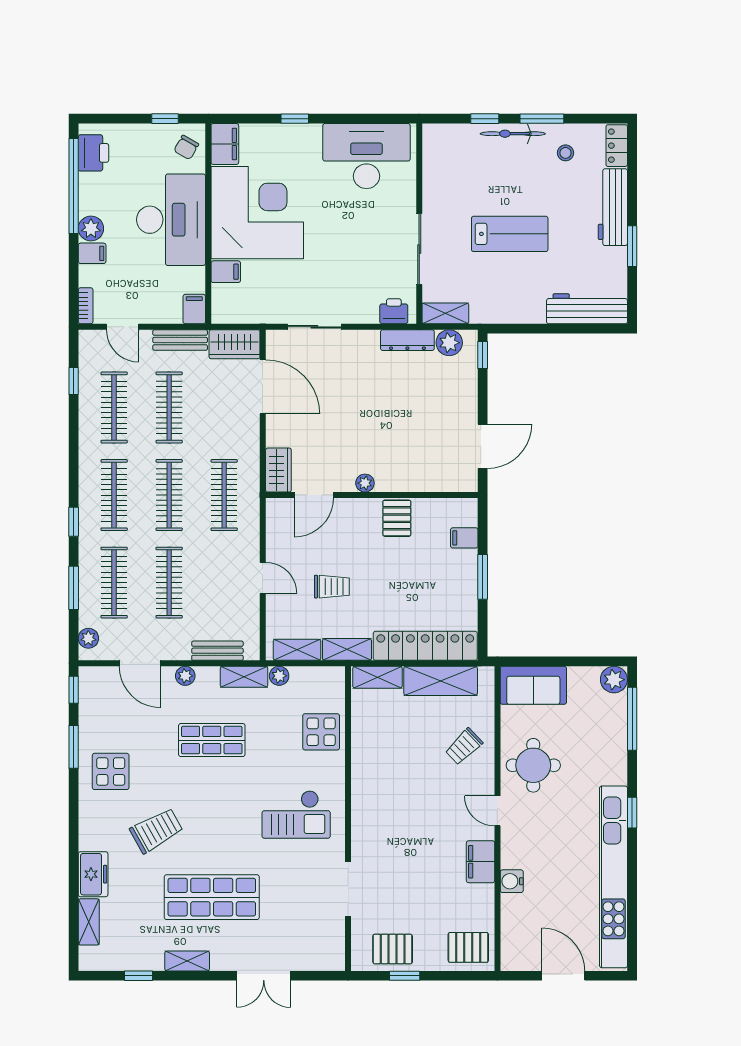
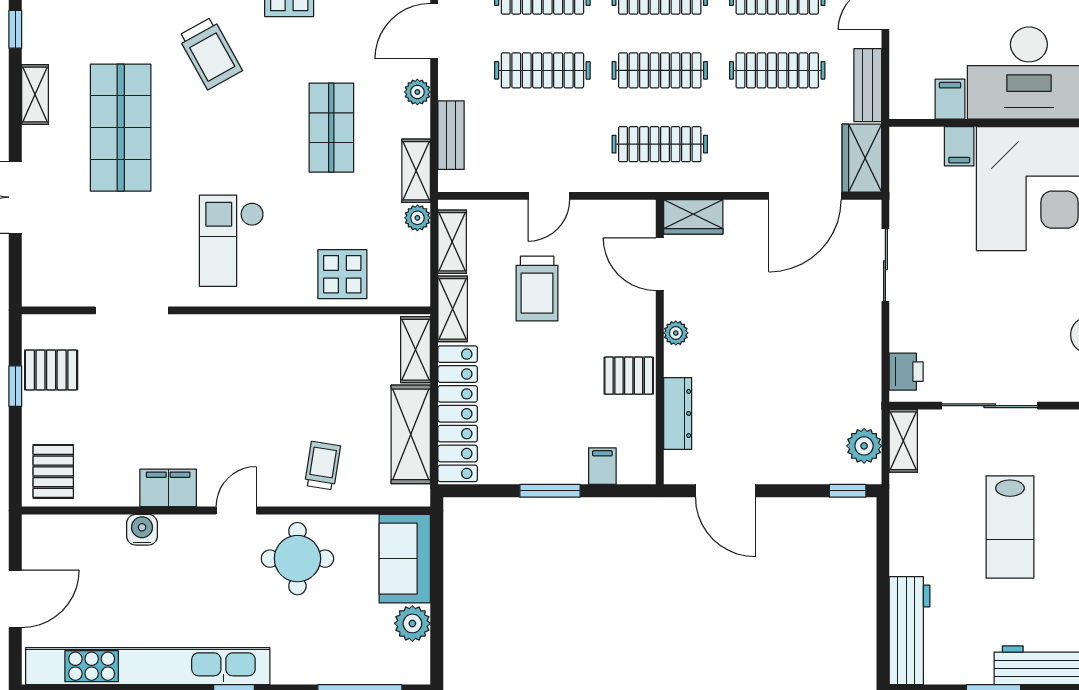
filing cabinet: (194, 309) -> (950, 99), moved, turned -90
dresser: (407, 340) -> (678, 413), moved, turned 180
trolley: (332, 587) -> (537, 289), width x1.36, depth x1.39
plant: (614, 680) -> (412, 623), moved
trolley: (464, 747) -> (323, 466), turned 53
pallet: (393, 949) -> (51, 370), turned 90

